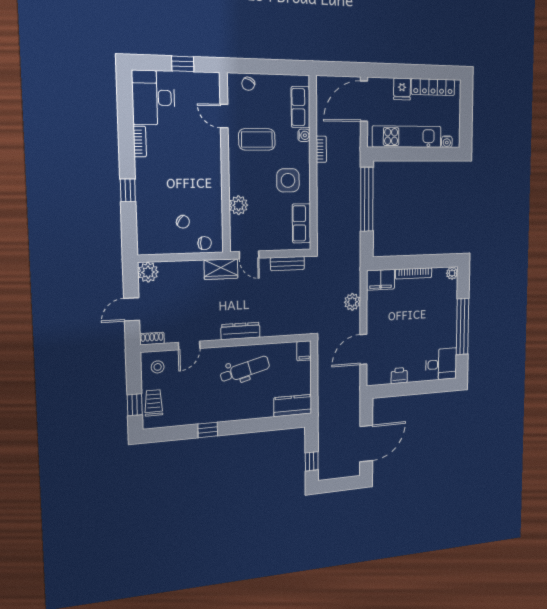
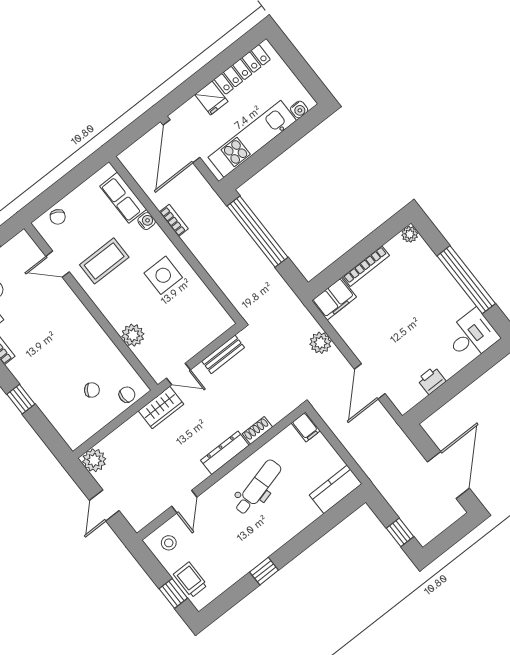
row of seats: (301, 223) -> (208, 305), removed
shoe rack: (152, 339) -> (257, 430), moved

